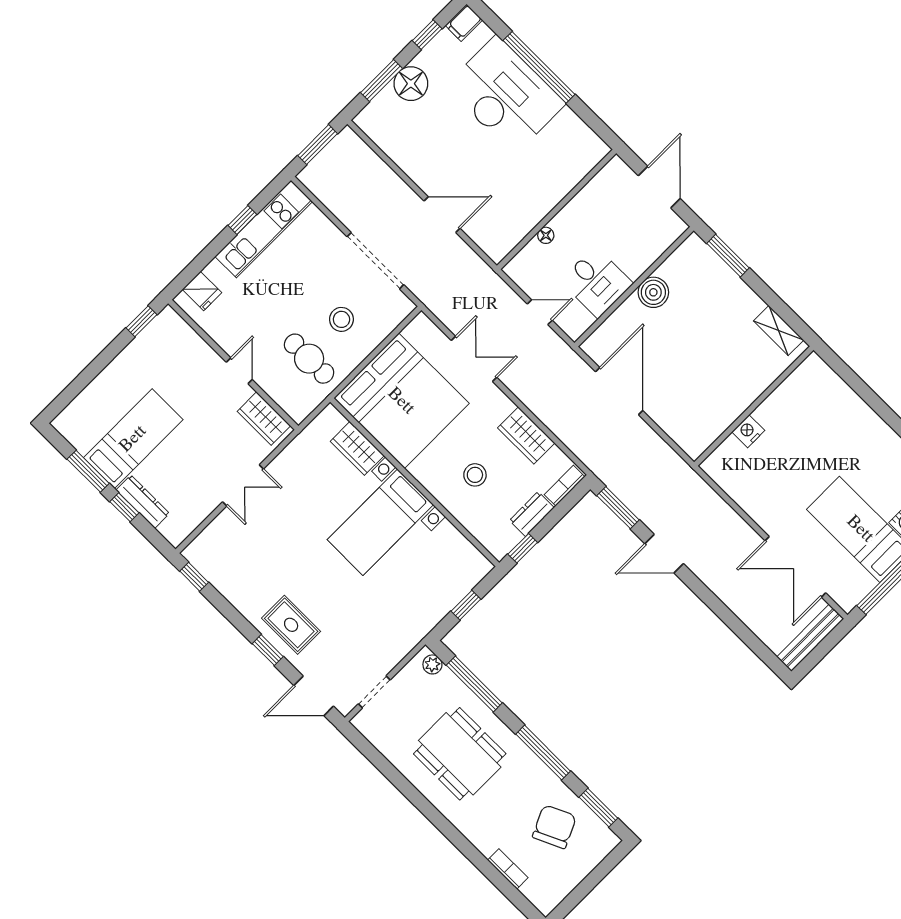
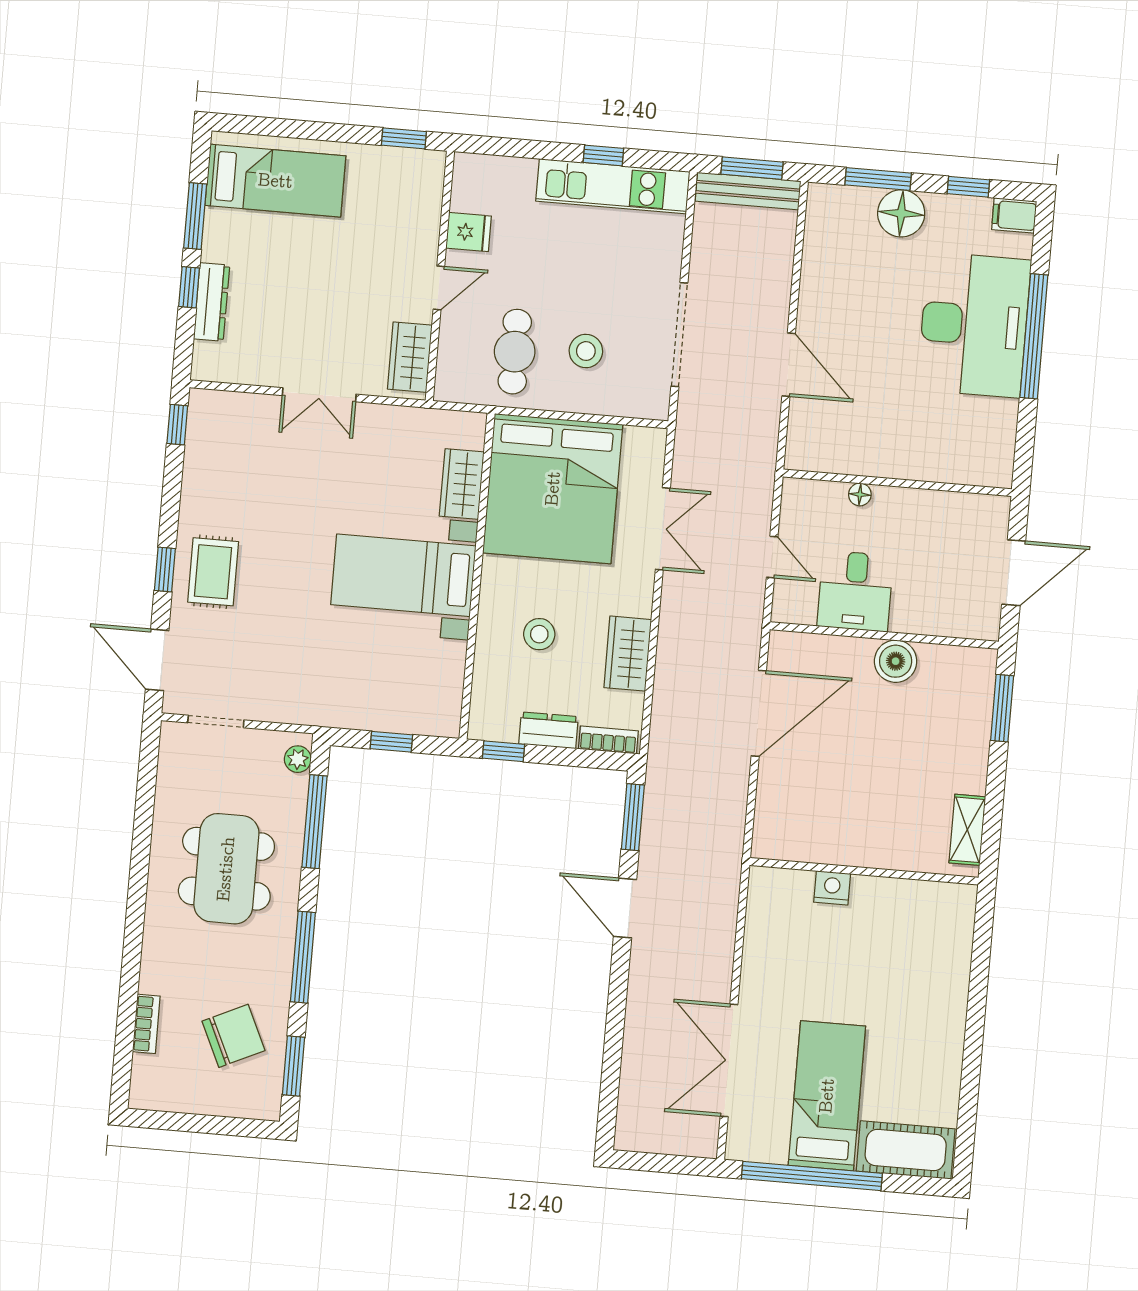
fridge: (202, 291) -> (469, 232), moved, turned -90
bed: (133, 439) -> (275, 181), moved
bench: (810, 638) -> (748, 191), moved

